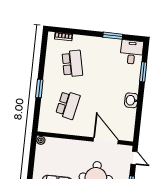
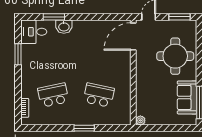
washbasin: (131, 100) -> (64, 27), moved
door: (106, 141) -> (133, 36), moved

